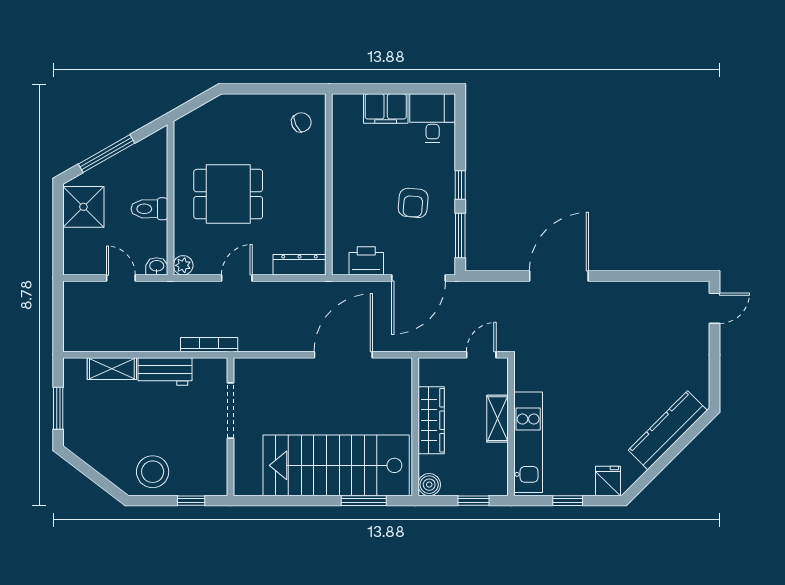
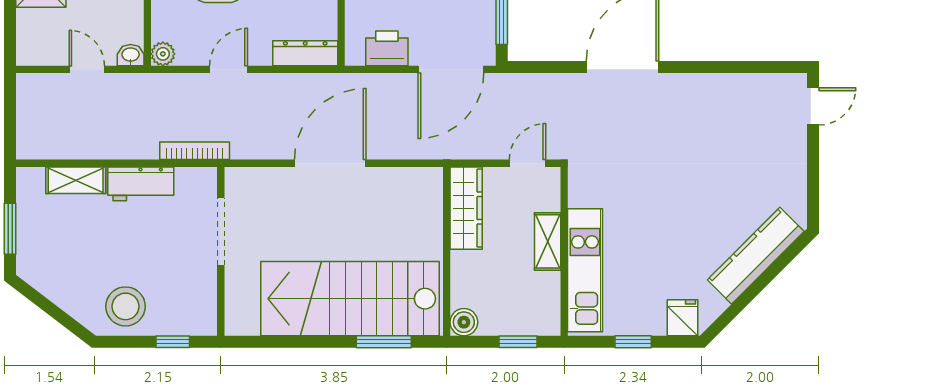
door: (343, 355) -> (330, 163), moved
wardrobe: (431, 420) -> (466, 208), moved

